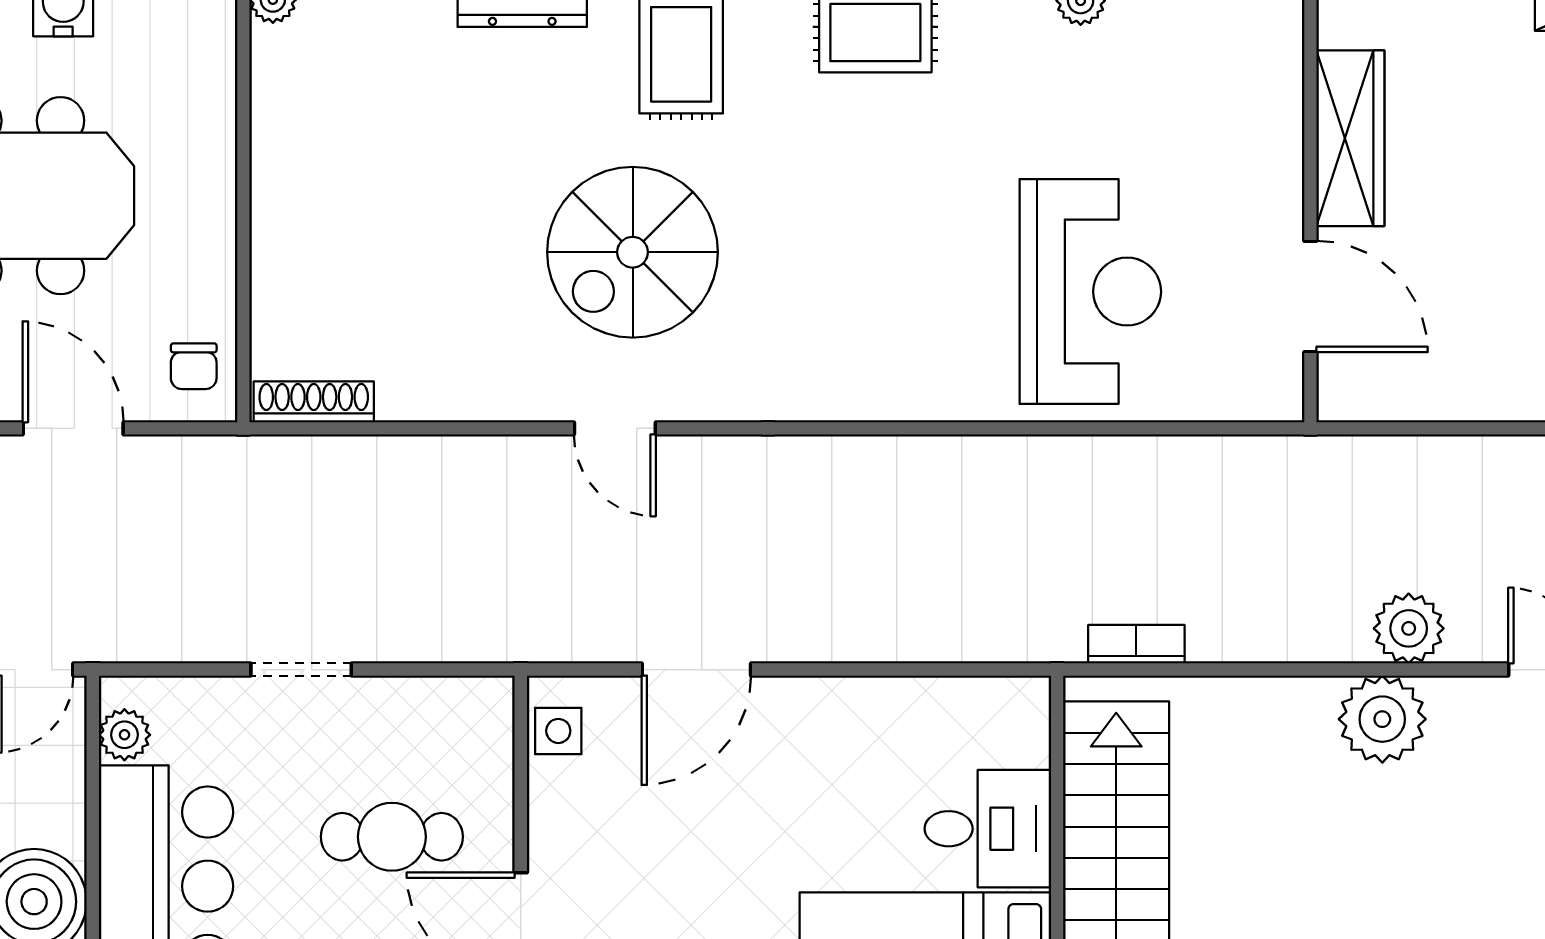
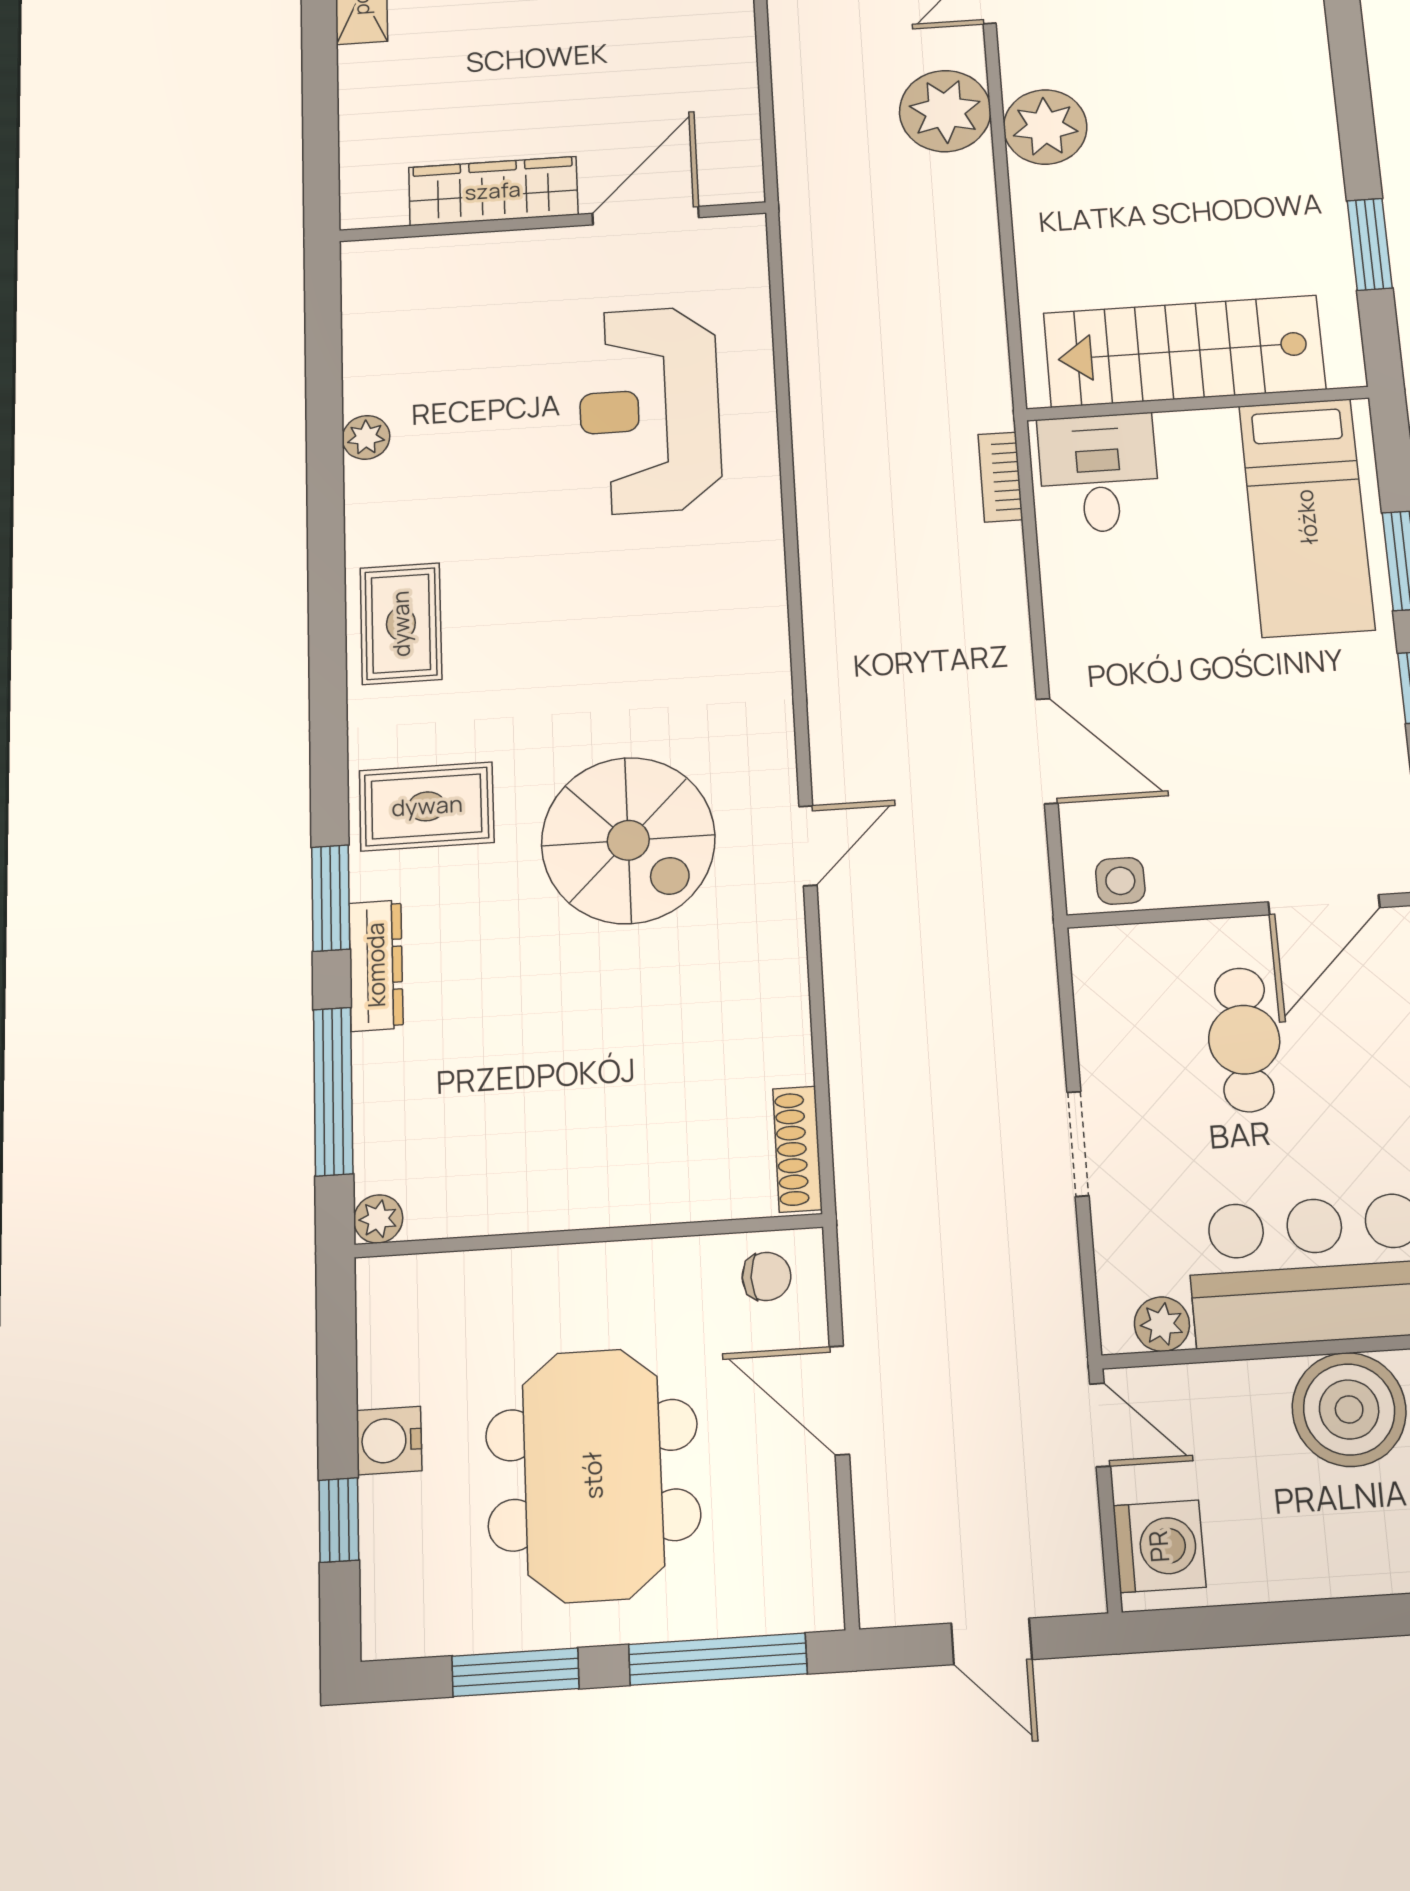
reception desk: (1090, 292) -> (649, 410), turned -90
door: (73, 428) -> (839, 1400), hinge flipped
plant: (1409, 628) -> (945, 111), width x1.36, depth x1.36
bookcase: (1136, 644) -> (1000, 477), moved
desk: (988, 829) -> (1099, 473), moved

